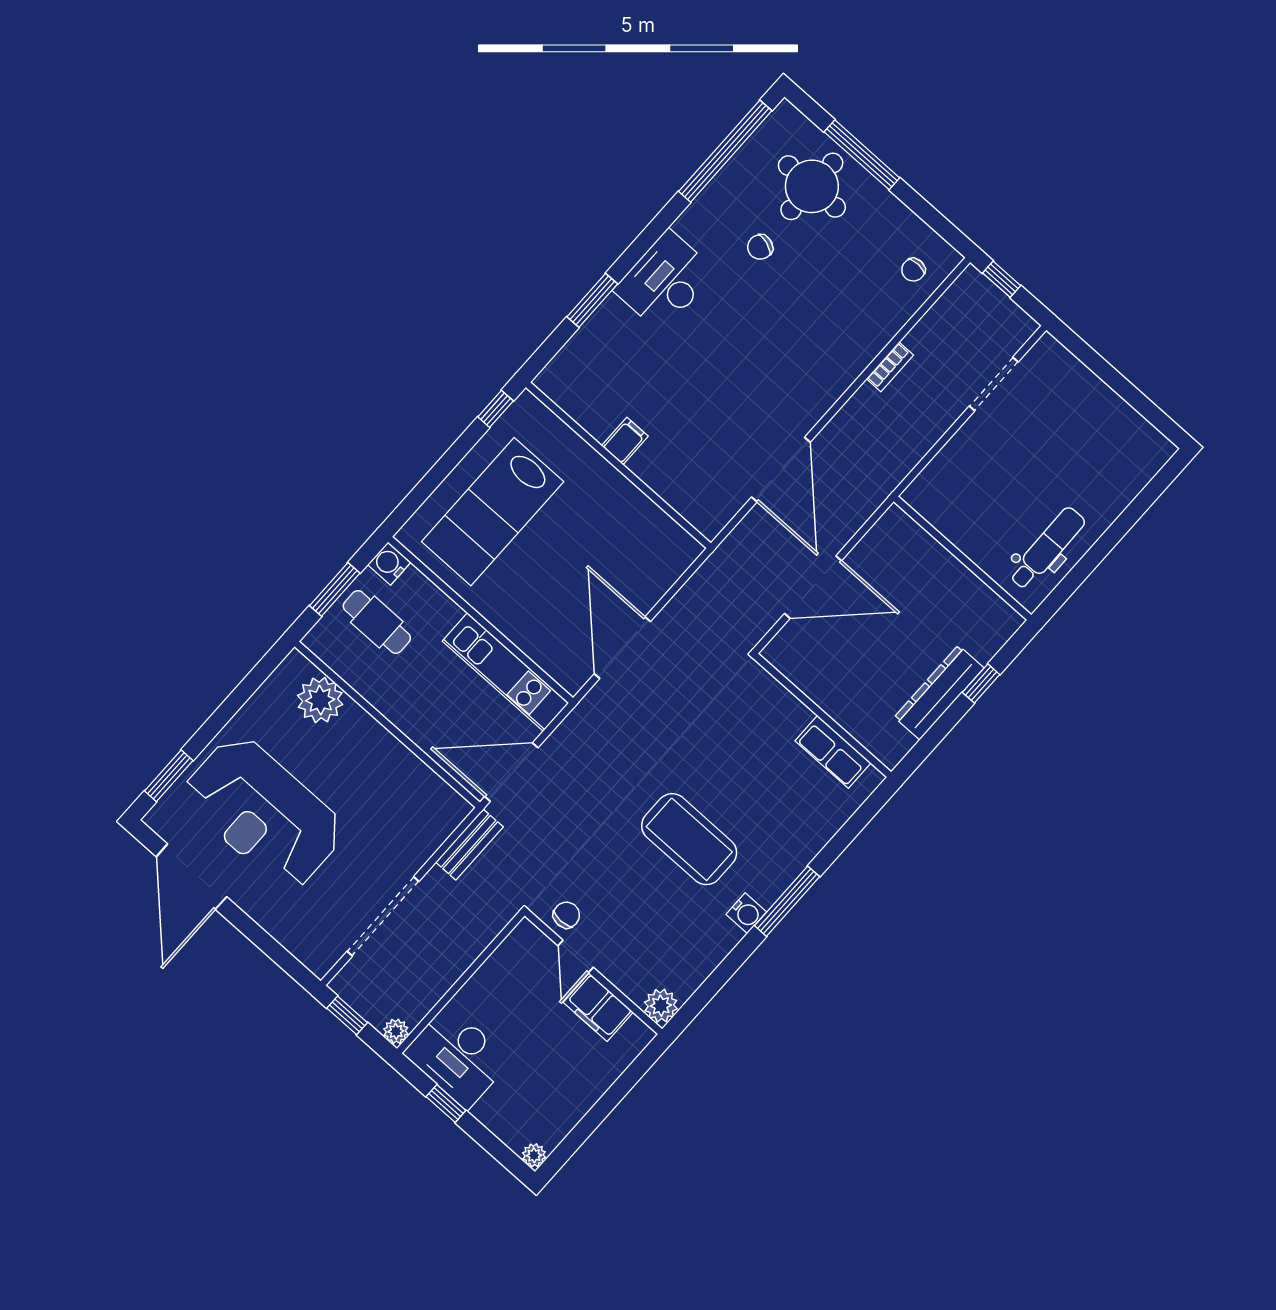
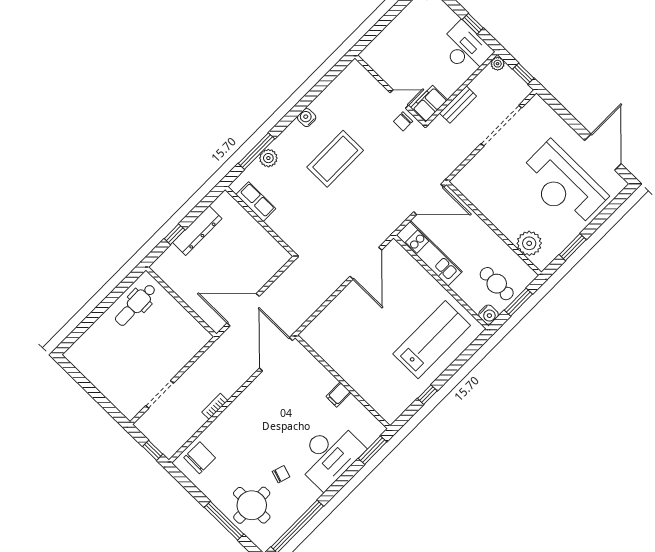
chair: (913, 270) -> (200, 458), width x1.87, depth x1.87
desk: (665, 281) -> (329, 455), width x1.36, depth x1.30
filing cabinet: (625, 441) -> (338, 395), moved
wall: (618, 465) -> (343, 382), moved
door: (813, 587) -> (243, 310), moved
window: (169, 776) -> (573, 247), moved
reception desk: (263, 812) -> (563, 185), turned 180
coffee table: (689, 839) -> (335, 159), turned 90
bench: (469, 845) -> (458, 105), moved
window: (787, 901) -> (256, 151), moved
door: (576, 956) -> (399, 99), hinge flipped
plant: (661, 1006) -> (268, 158), moved
filing cabinet: (598, 1007) -> (429, 104), moved, turned -90

